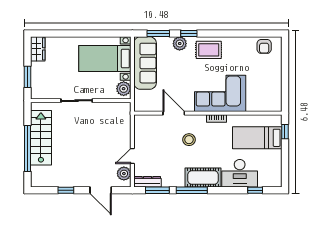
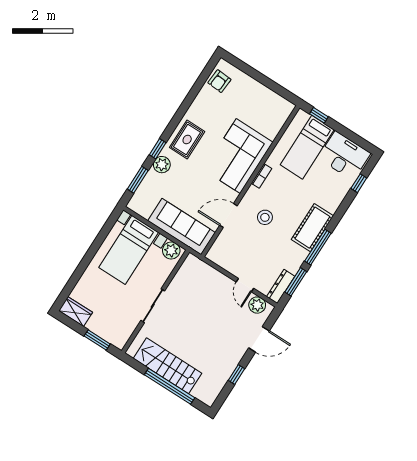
armchair: (264, 46) -> (219, 81), turned 94
sofa: (145, 63) -> (182, 227), moved
desk: (240, 173) -> (344, 156), moved, turned -90

